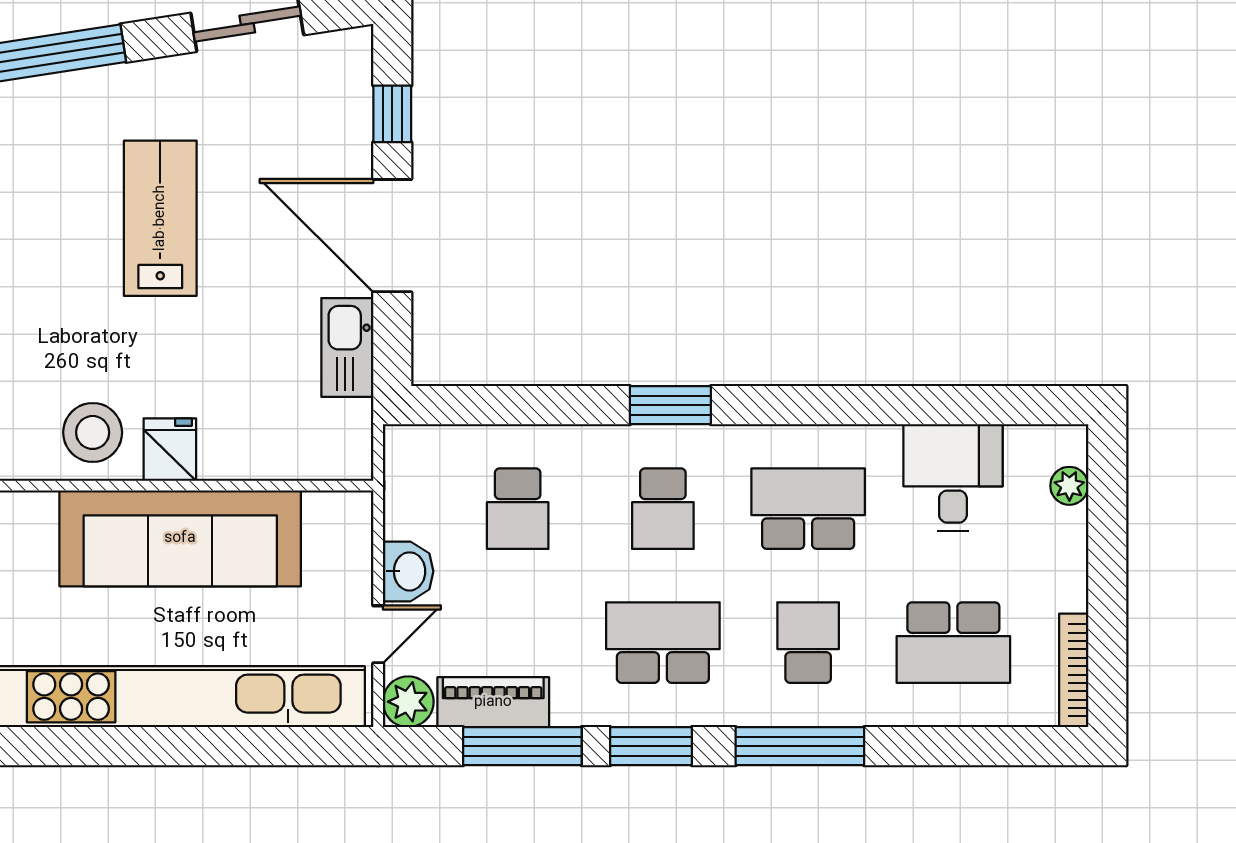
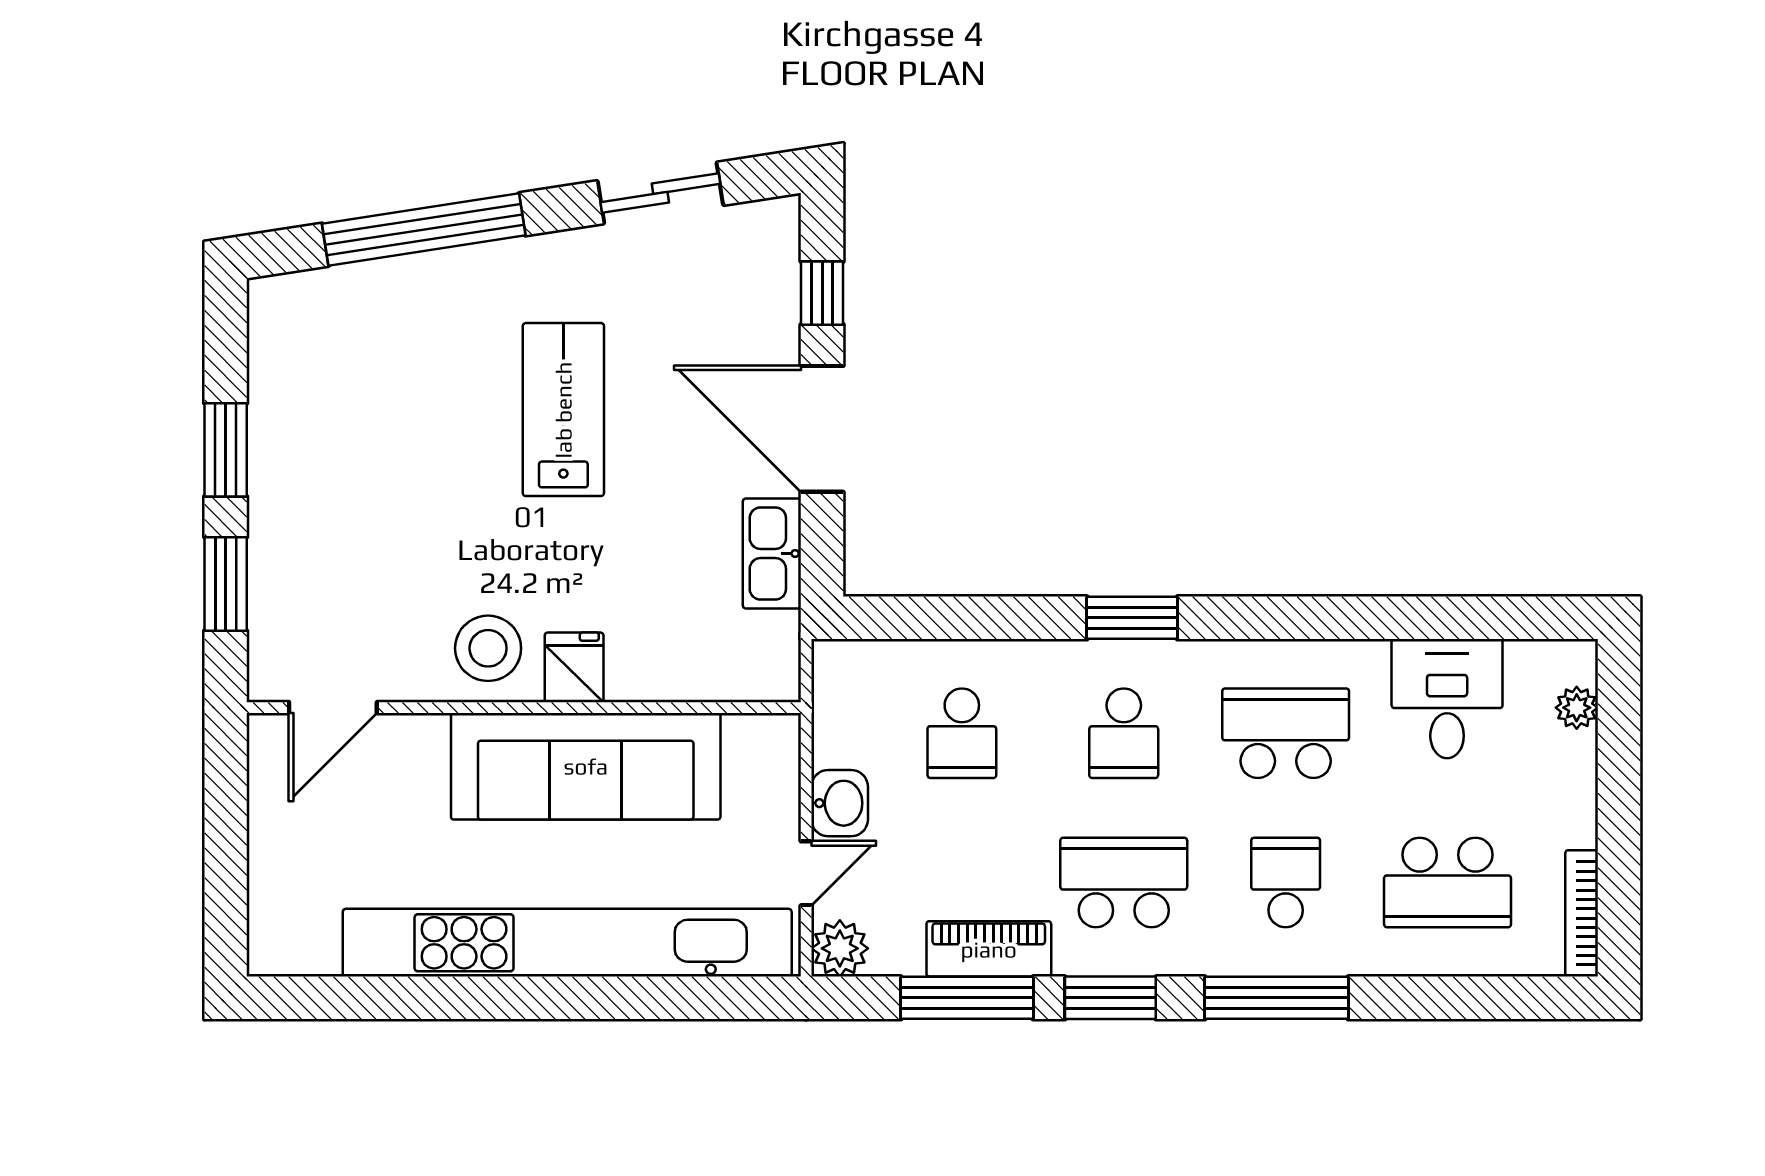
piano: (493, 702) -> (989, 949), moved

